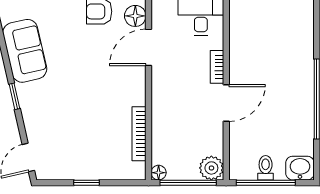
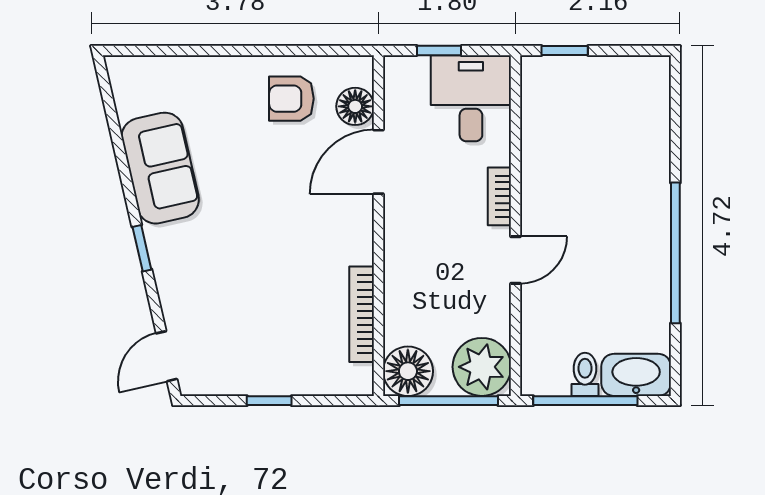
door: (226, 103) -> (516, 260), width x0.73
plant: (211, 168) -> (482, 367), width x1.36, depth x1.36
washbasin: (300, 168) -> (636, 375), width x1.38
floor lamp: (159, 173) -> (408, 371), width x1.89, depth x1.89

